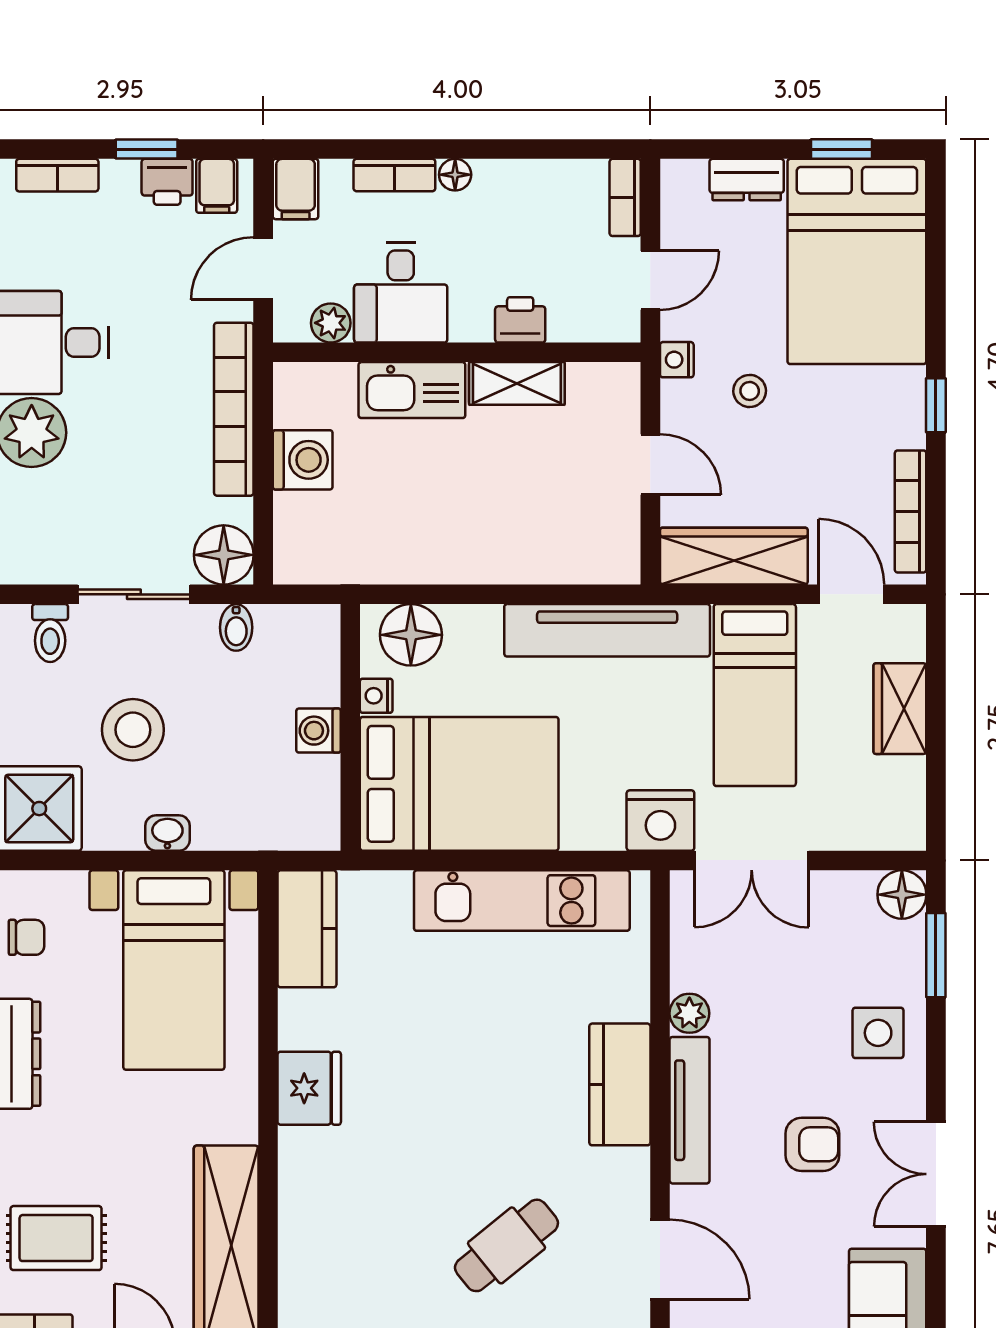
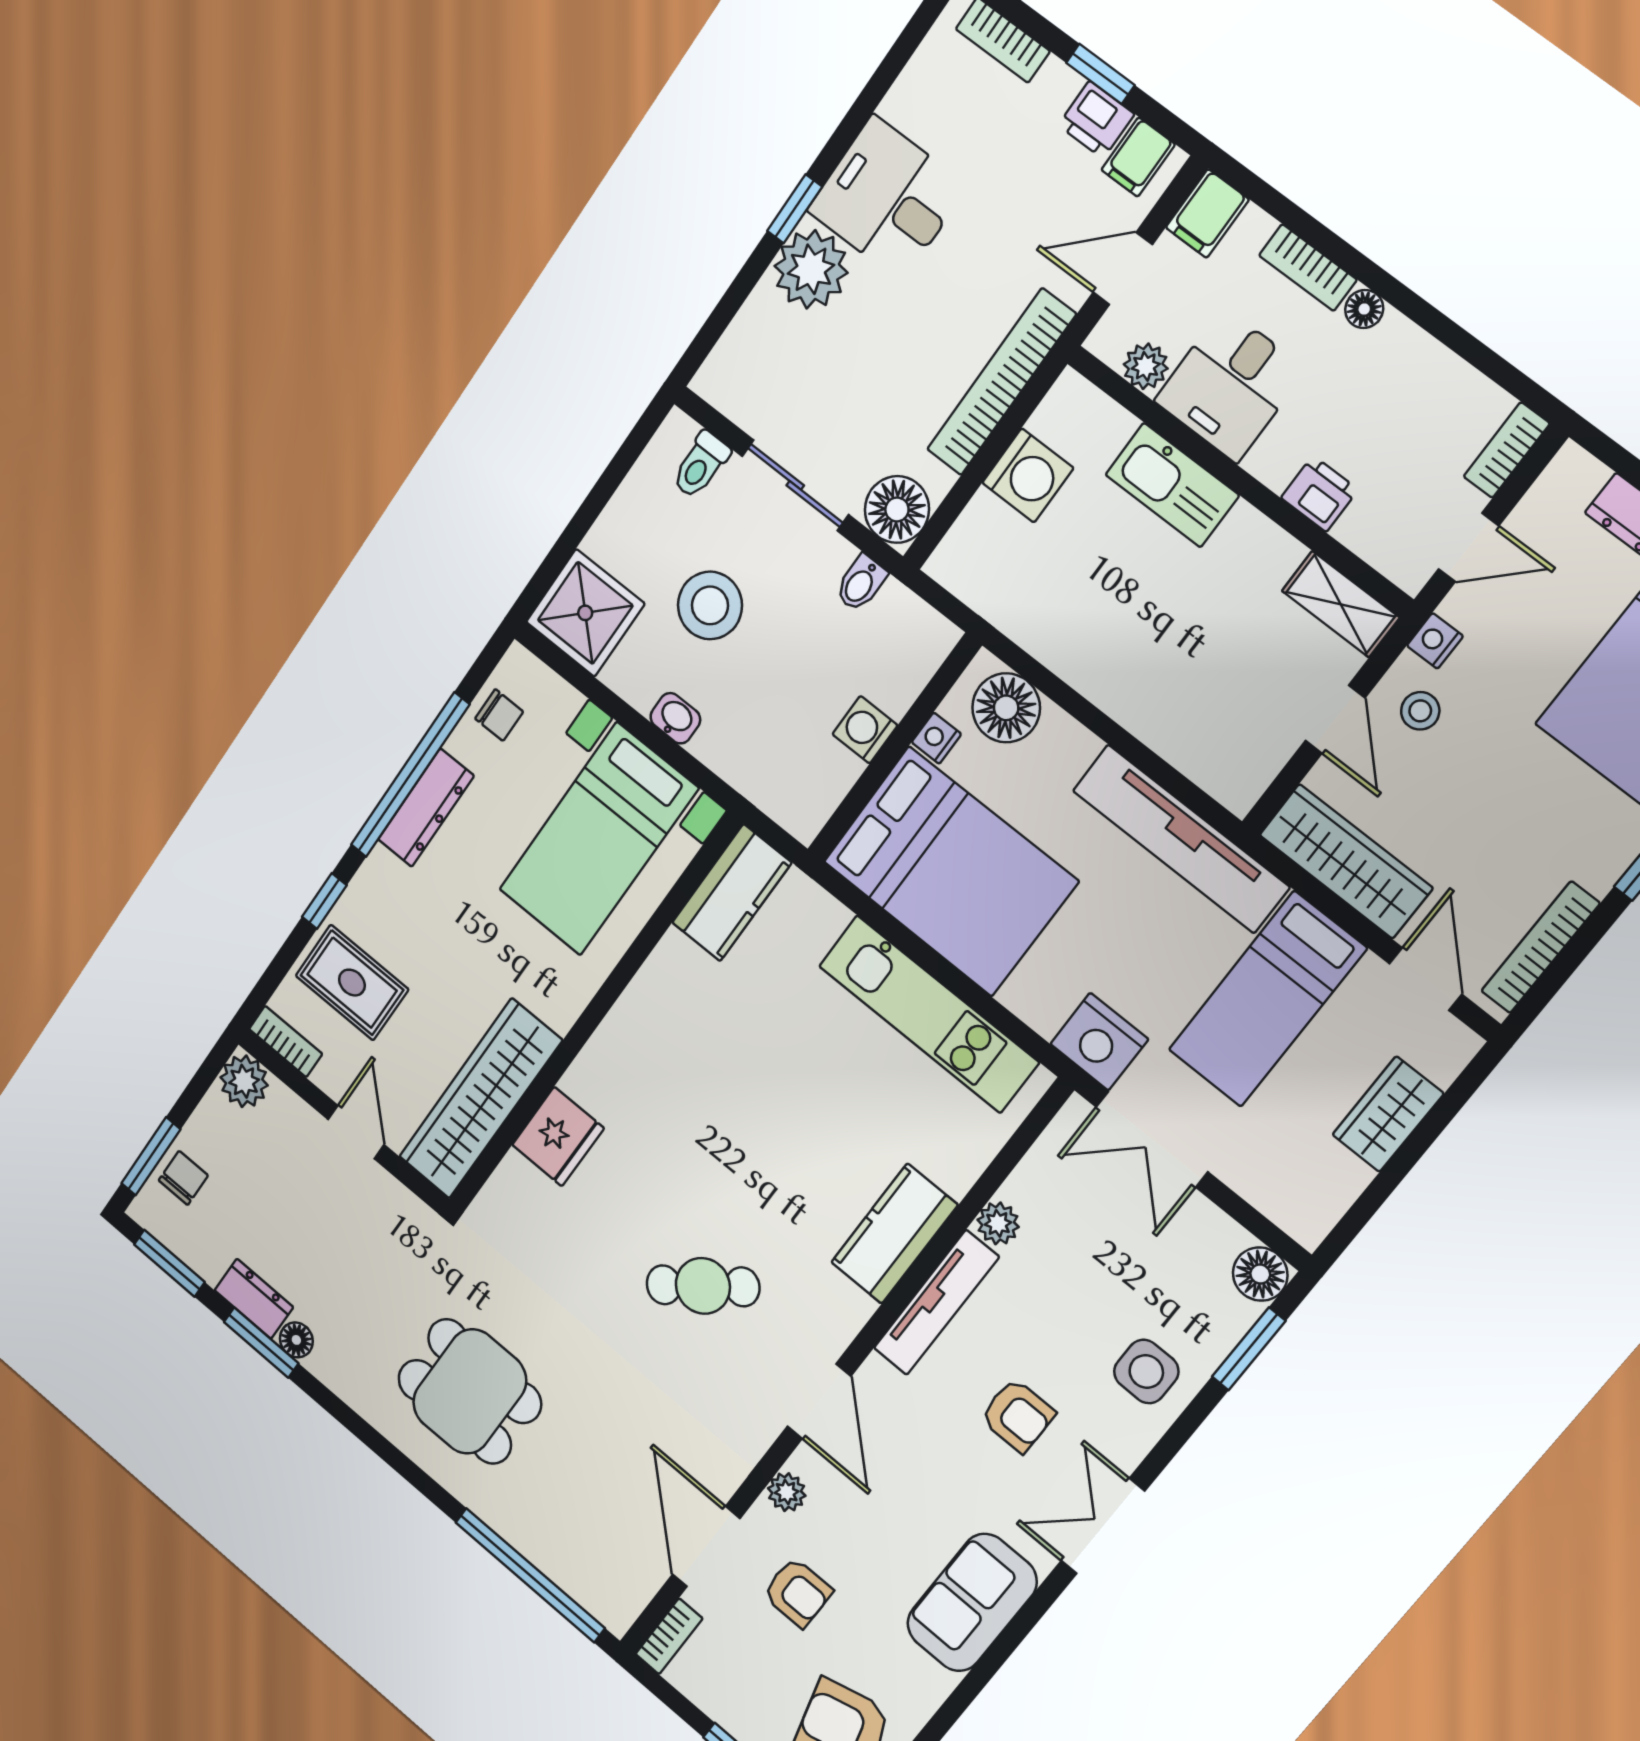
shelving: (517, 383) -> (1341, 604), moved
stool: (750, 391) -> (1420, 711), moved
fridge: (309, 1088) -> (558, 1137), moved

